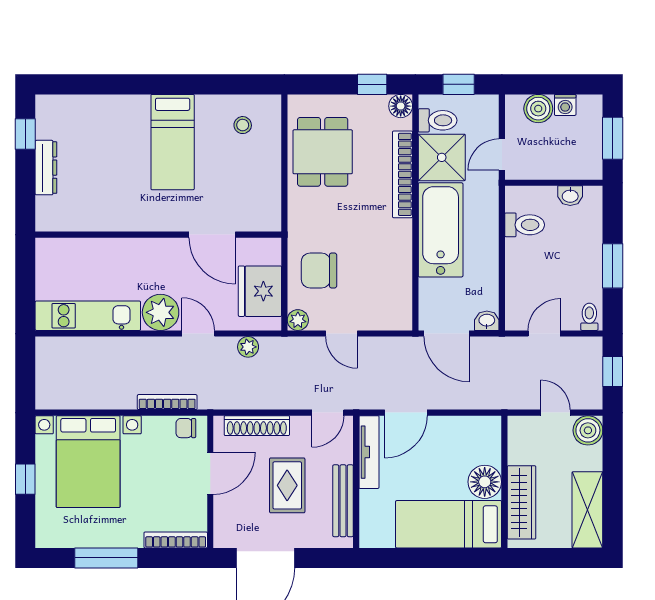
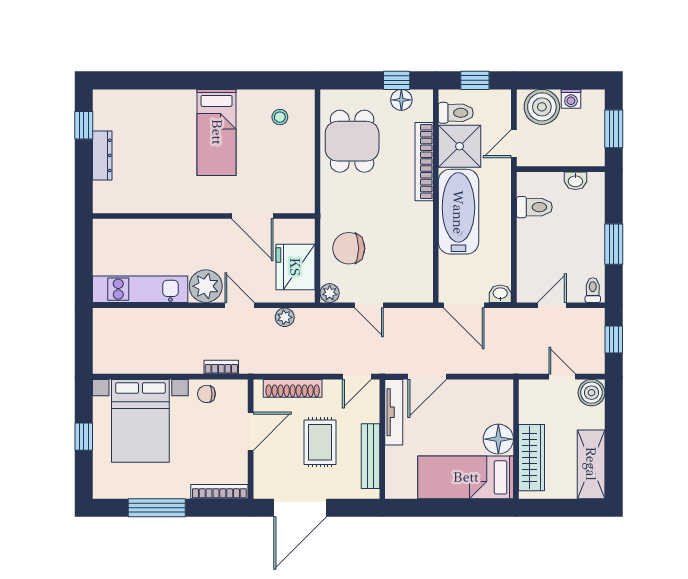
floor lamp: (401, 106) -> (401, 100), moved
boiler: (538, 109) -> (542, 107), width x1.37, depth x1.37
bookcase: (167, 402) -> (221, 367), width x0.64
chair: (186, 428) -> (206, 394), moved

